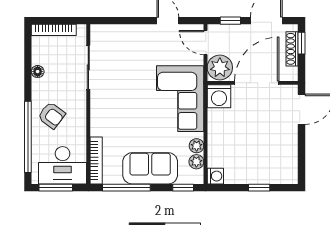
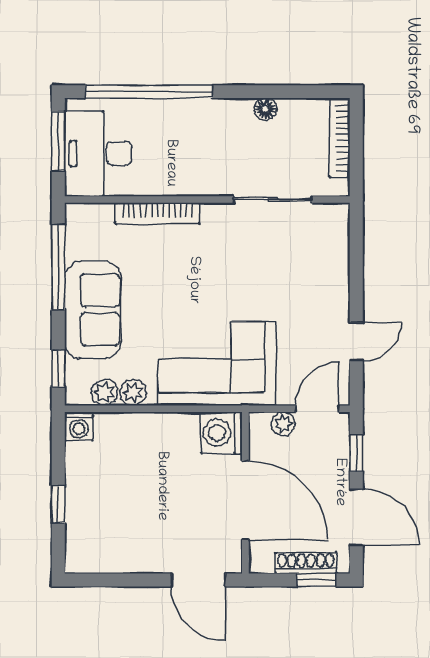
plant: (220, 68) -> (283, 424), width x0.53, depth x0.53
armchair: (52, 115) -> (187, 134), removed
bookcase: (96, 160) -> (157, 213), moved

